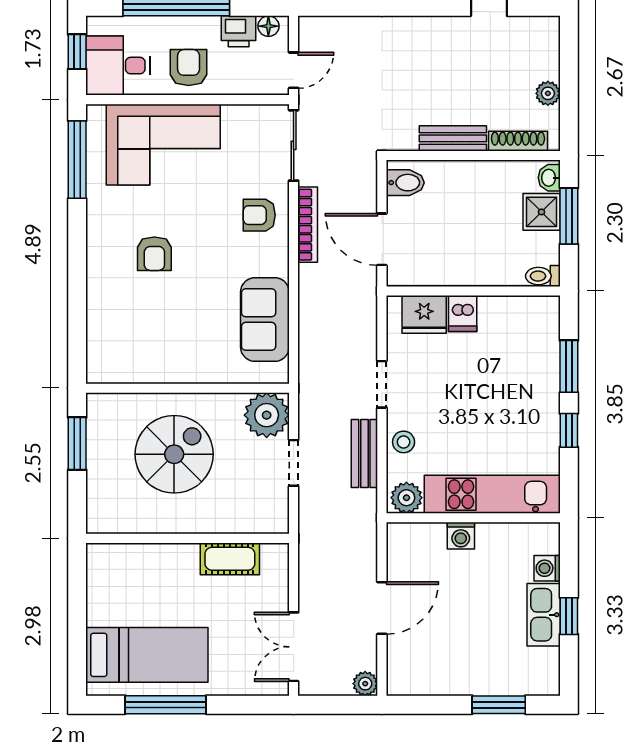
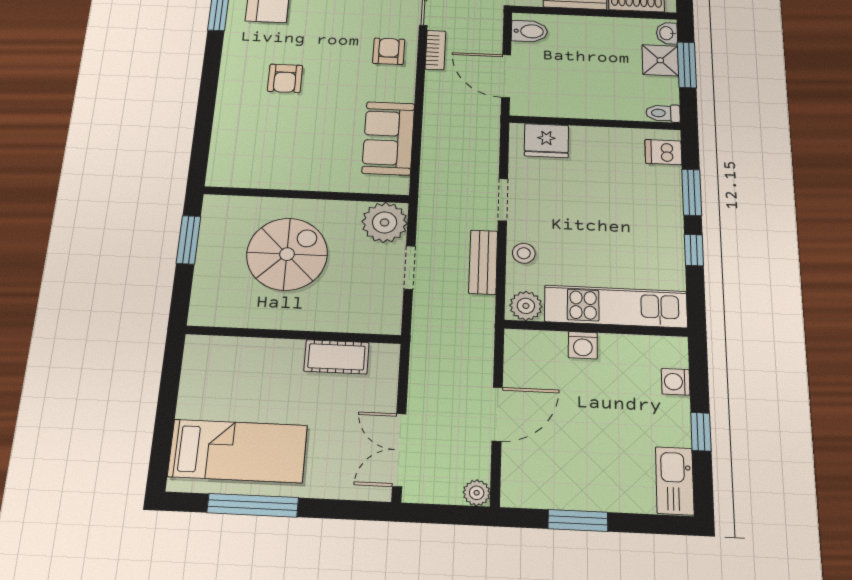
armchair: (259, 215) -> (389, 51), turned 90
bookcase: (308, 225) -> (435, 50), width x0.64
dishwasher: (463, 313) -> (663, 152), moved, turned 90
kitchen sink: (544, 615) -> (675, 481), moved
window: (499, 705) -> (578, 521), moved

